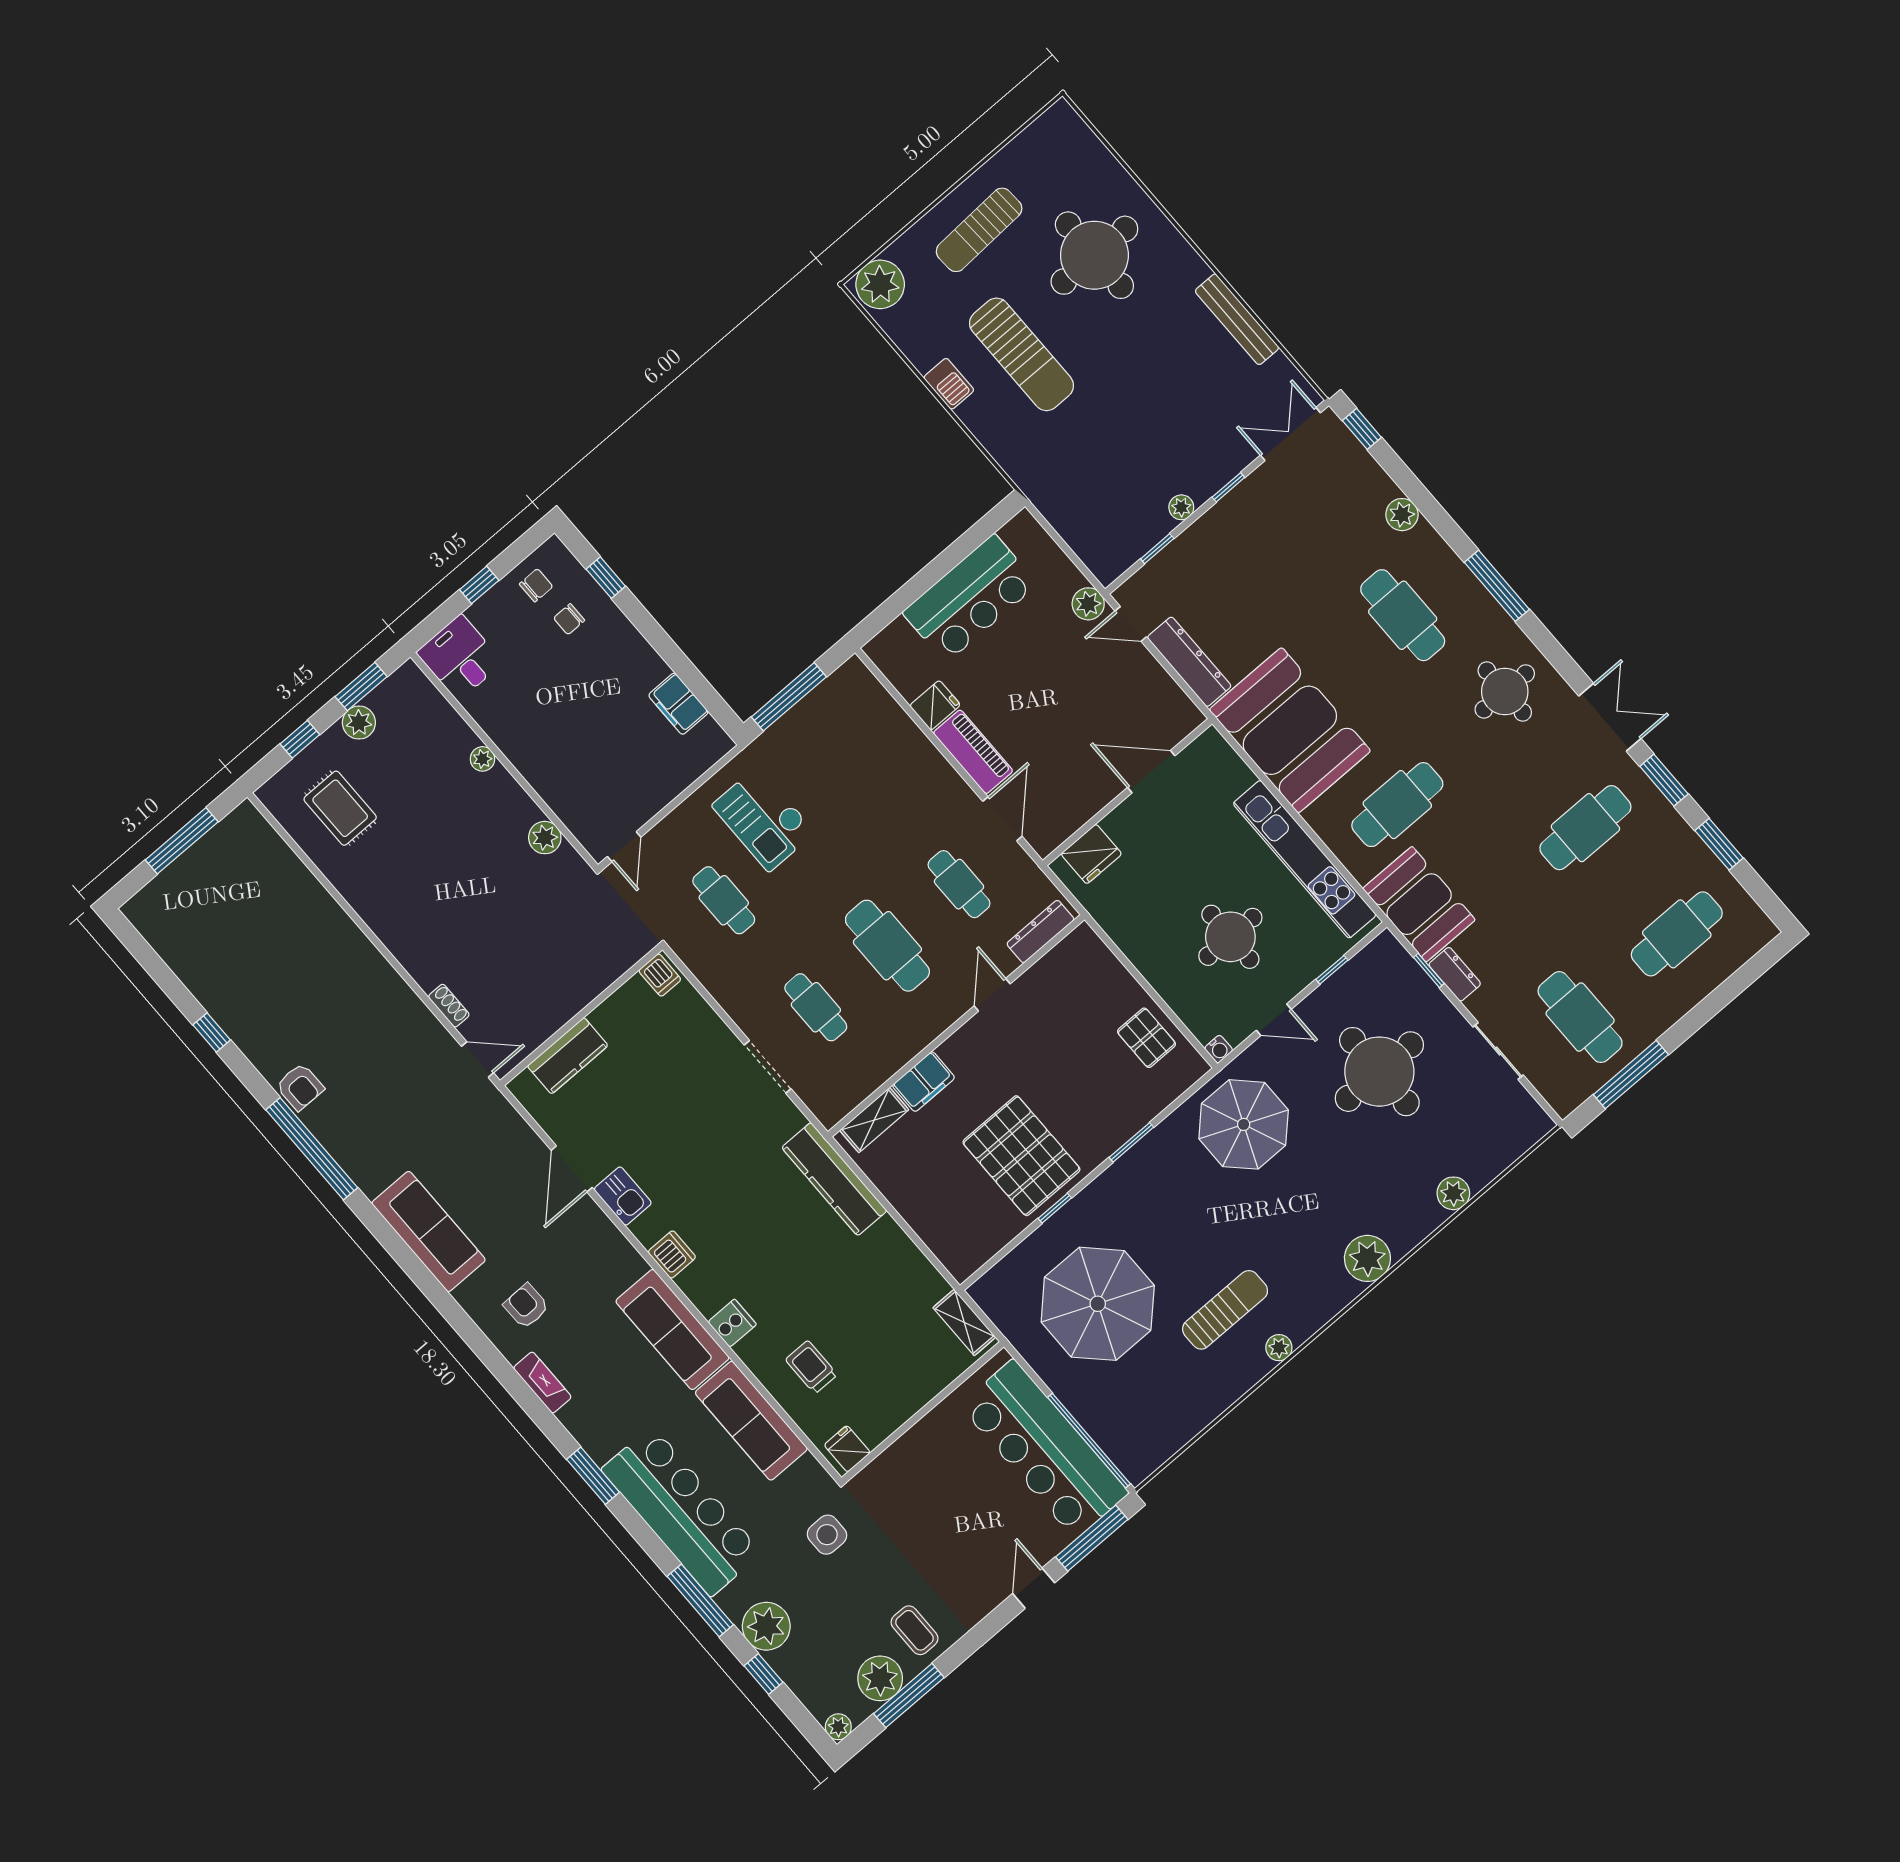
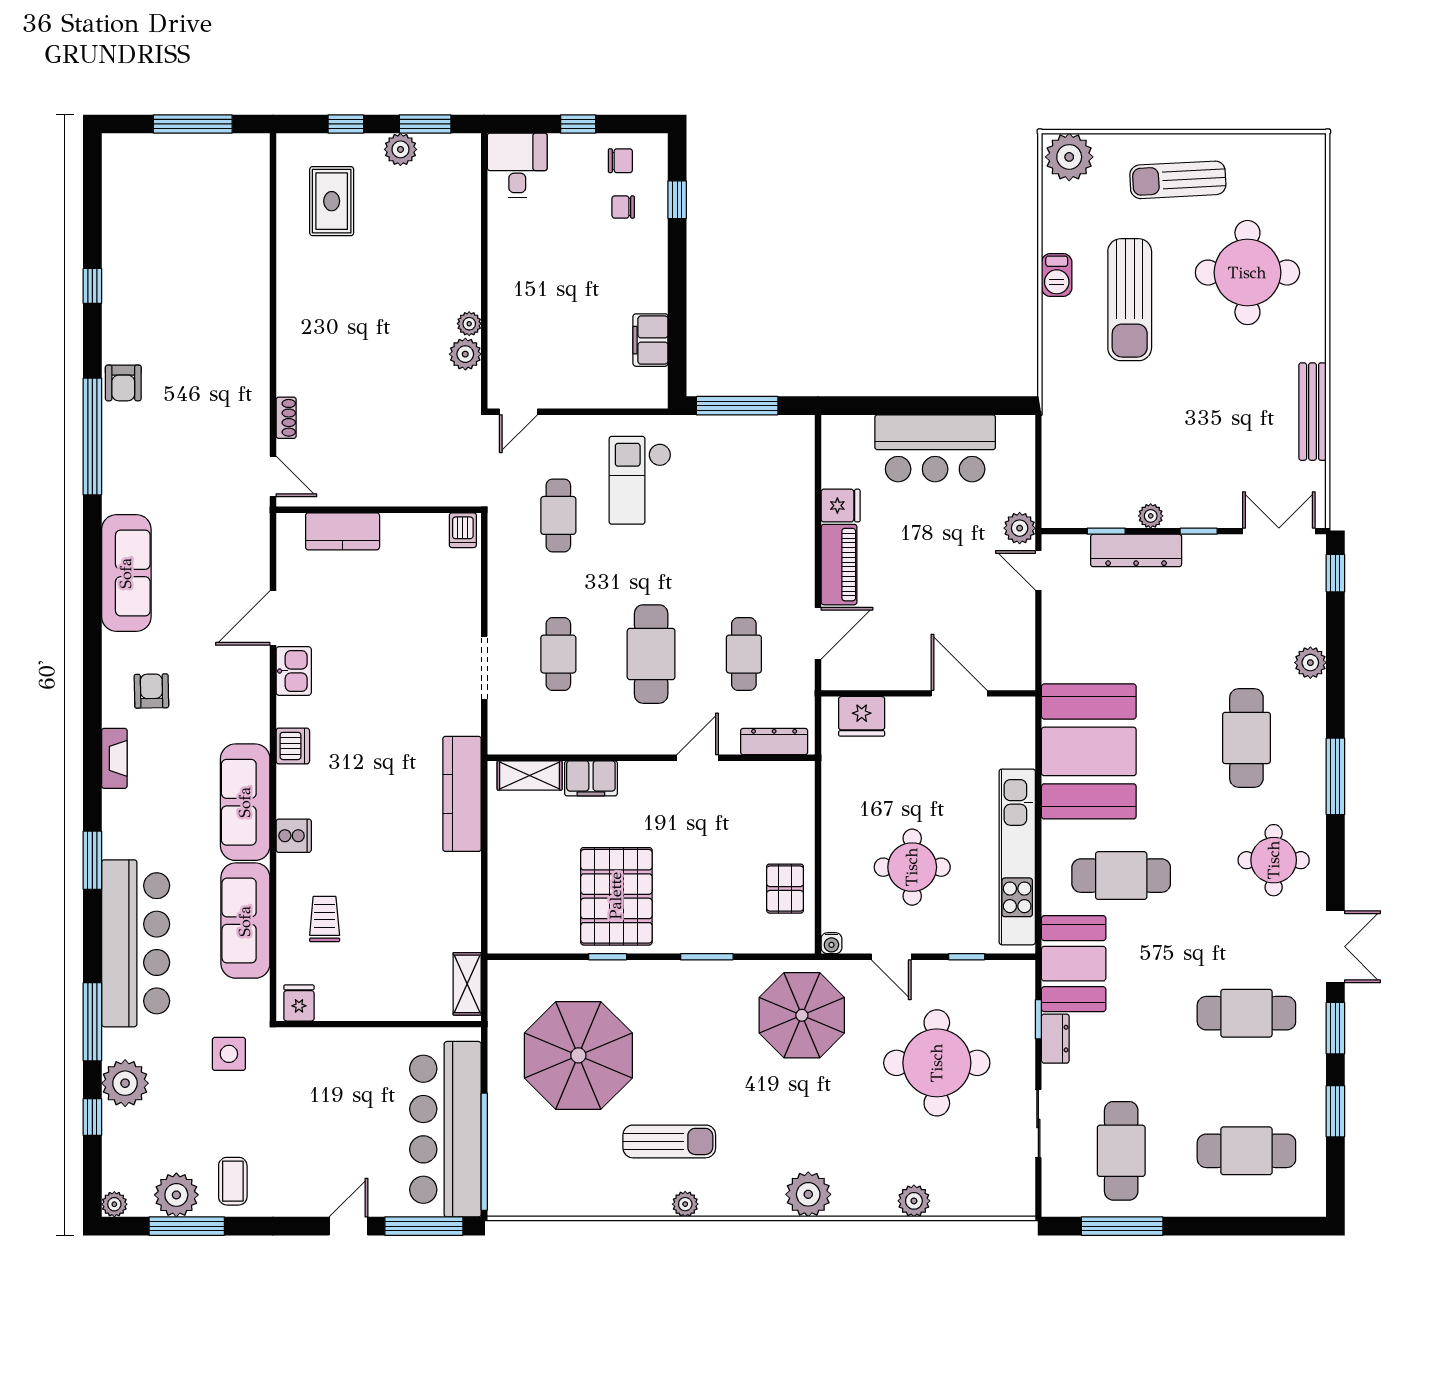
dresser: (1189, 662) -> (1136, 550), moved, turned 90
plant: (482, 759) -> (469, 324), moved

